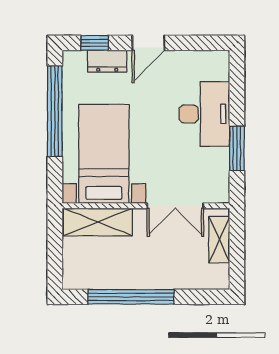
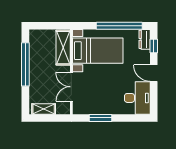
dresser: (107, 61) -> (145, 39), moved
desk: (204, 114) -> (137, 98), moved, turned -90
shelving: (219, 240) -> (44, 109), moved

